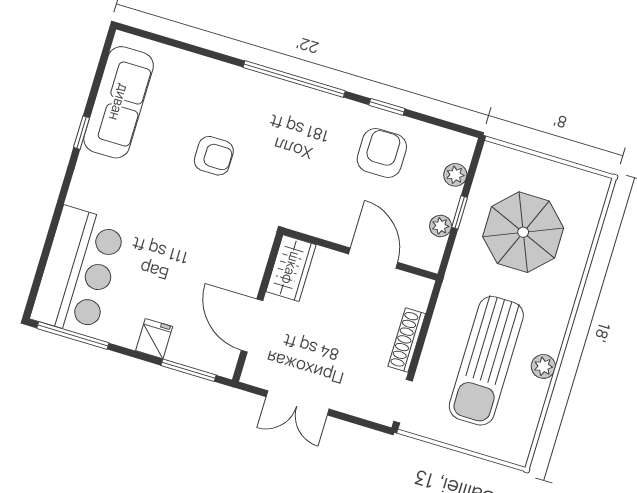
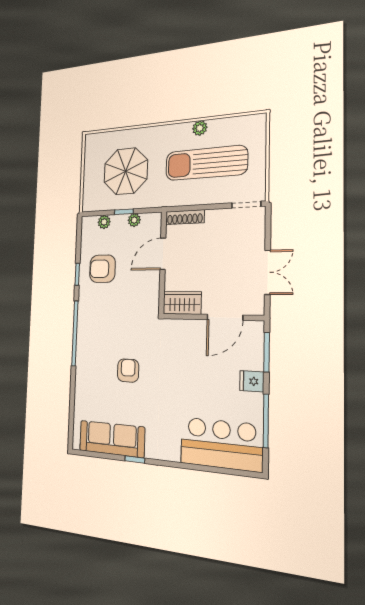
window: (73, 336) -> (266, 421), moved
shoe rack: (407, 340) -> (185, 217), moved
sun lounger: (486, 361) -> (206, 163), turned 180

